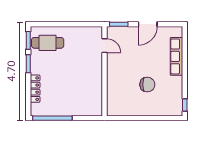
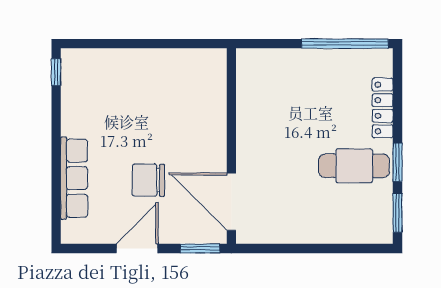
cafe table: (48, 43) -> (354, 166), moved
door: (104, 46) -> (231, 202), width x1.87
chair: (147, 85) -> (148, 180), moved

